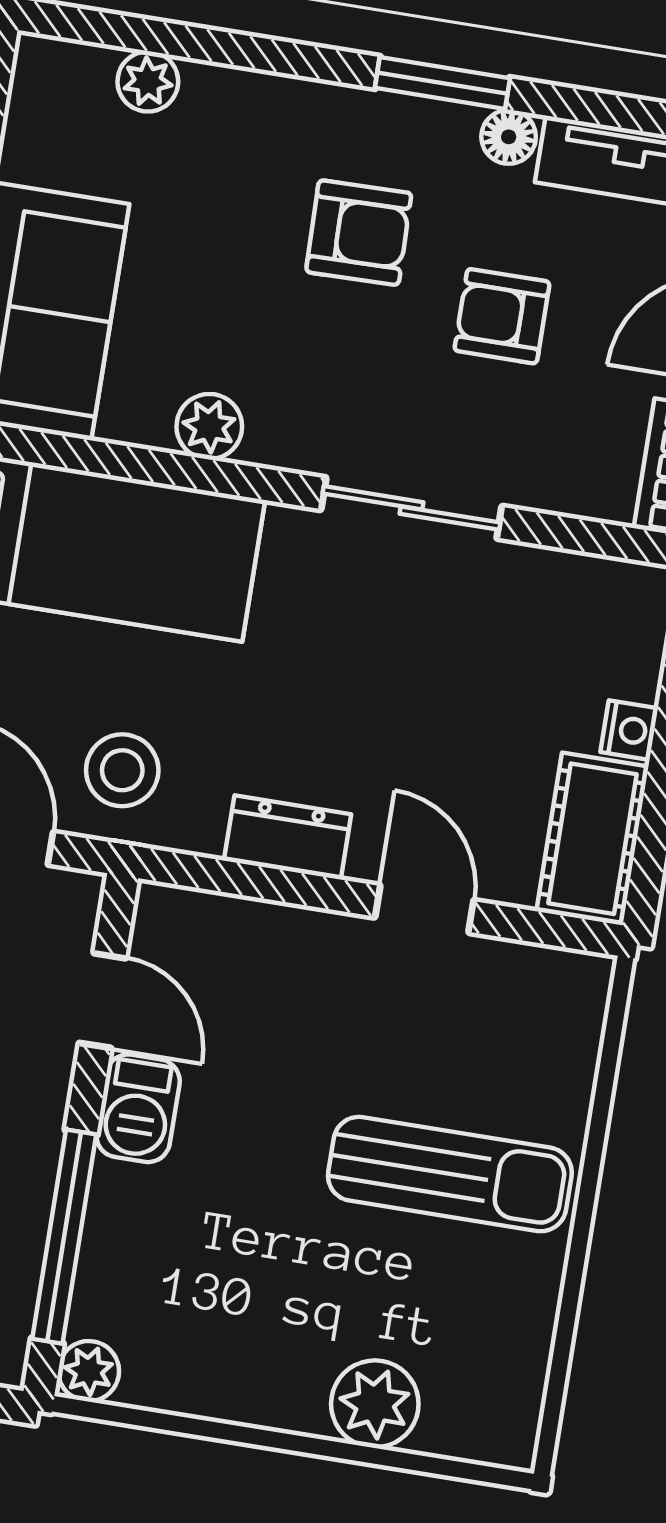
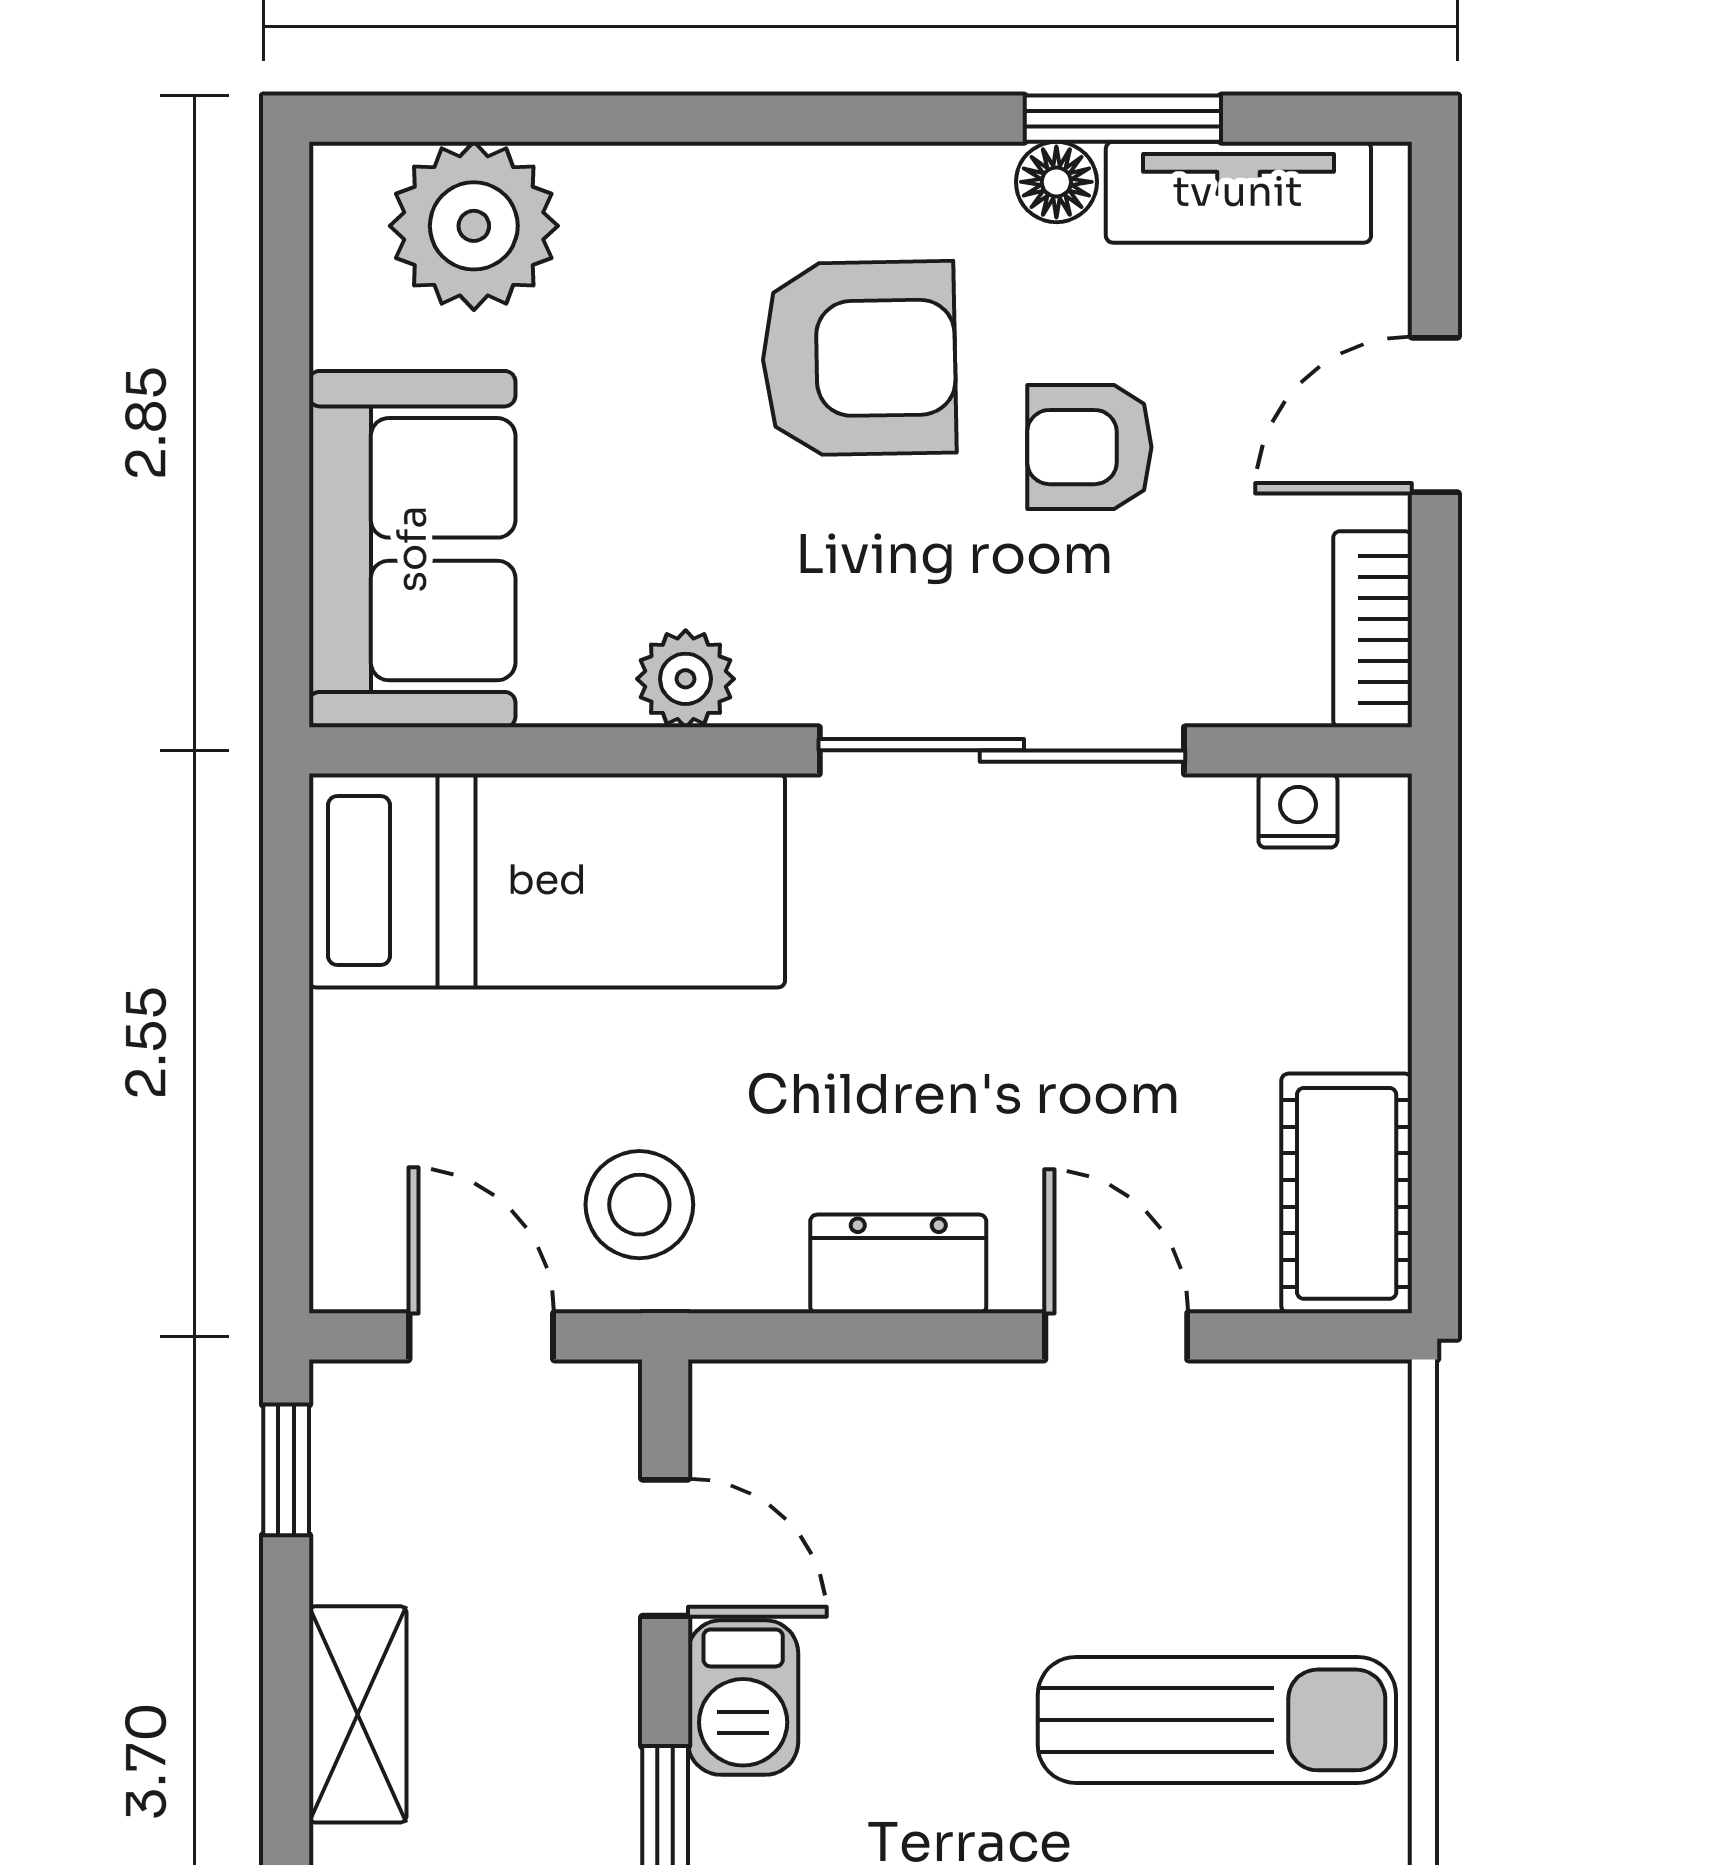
plant: (148, 82) -> (474, 226), width x1.88, depth x1.88
window: (442, 83) -> (1123, 119), moved
armchair: (359, 233) -> (859, 358), width x1.38, depth x1.38
sliding door: (411, 508) -> (1002, 750), width x1.37
nightstand: (629, 730) -> (1298, 811), moved, turned -90

